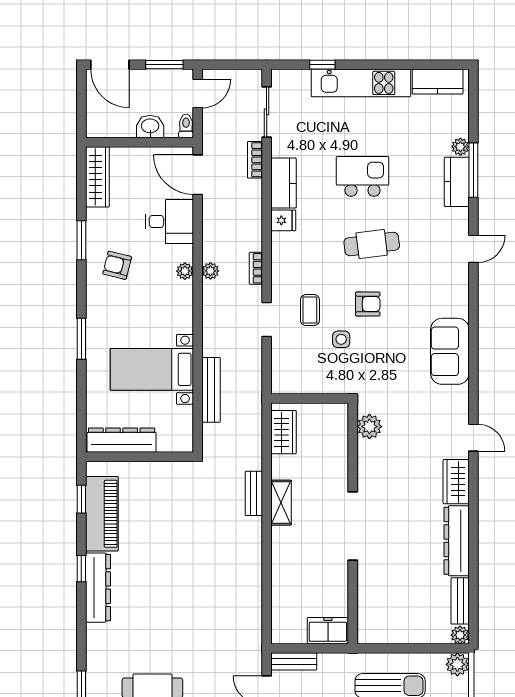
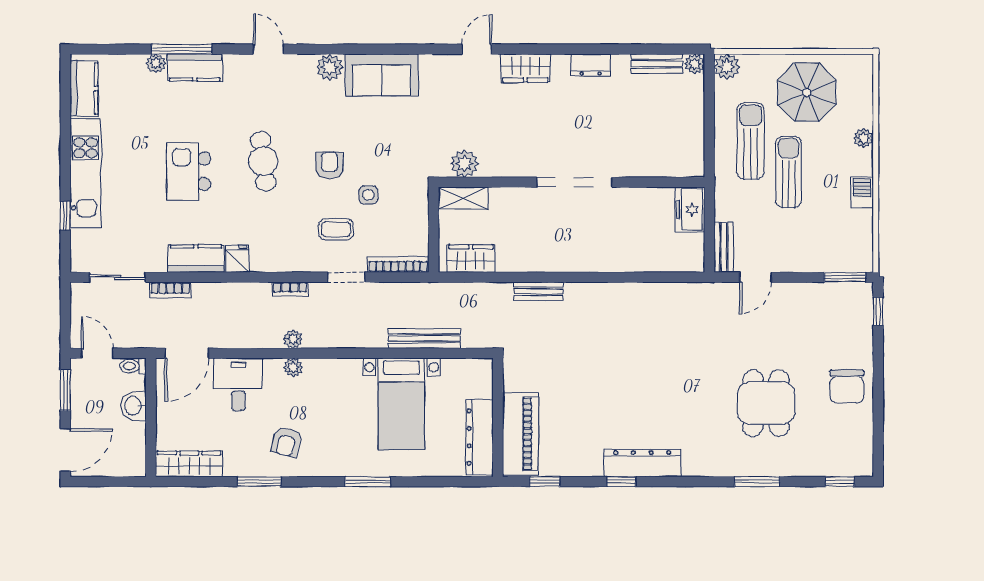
plant: (457, 304) -> (330, 67), added
bookcase: (278, 366) -> (398, 265), added
shelving: (281, 503) -> (463, 198), moved
piano: (102, 514) -> (520, 434), moved, turned 90
dresser: (457, 541) -> (591, 65), width x0.51, depth x0.80

